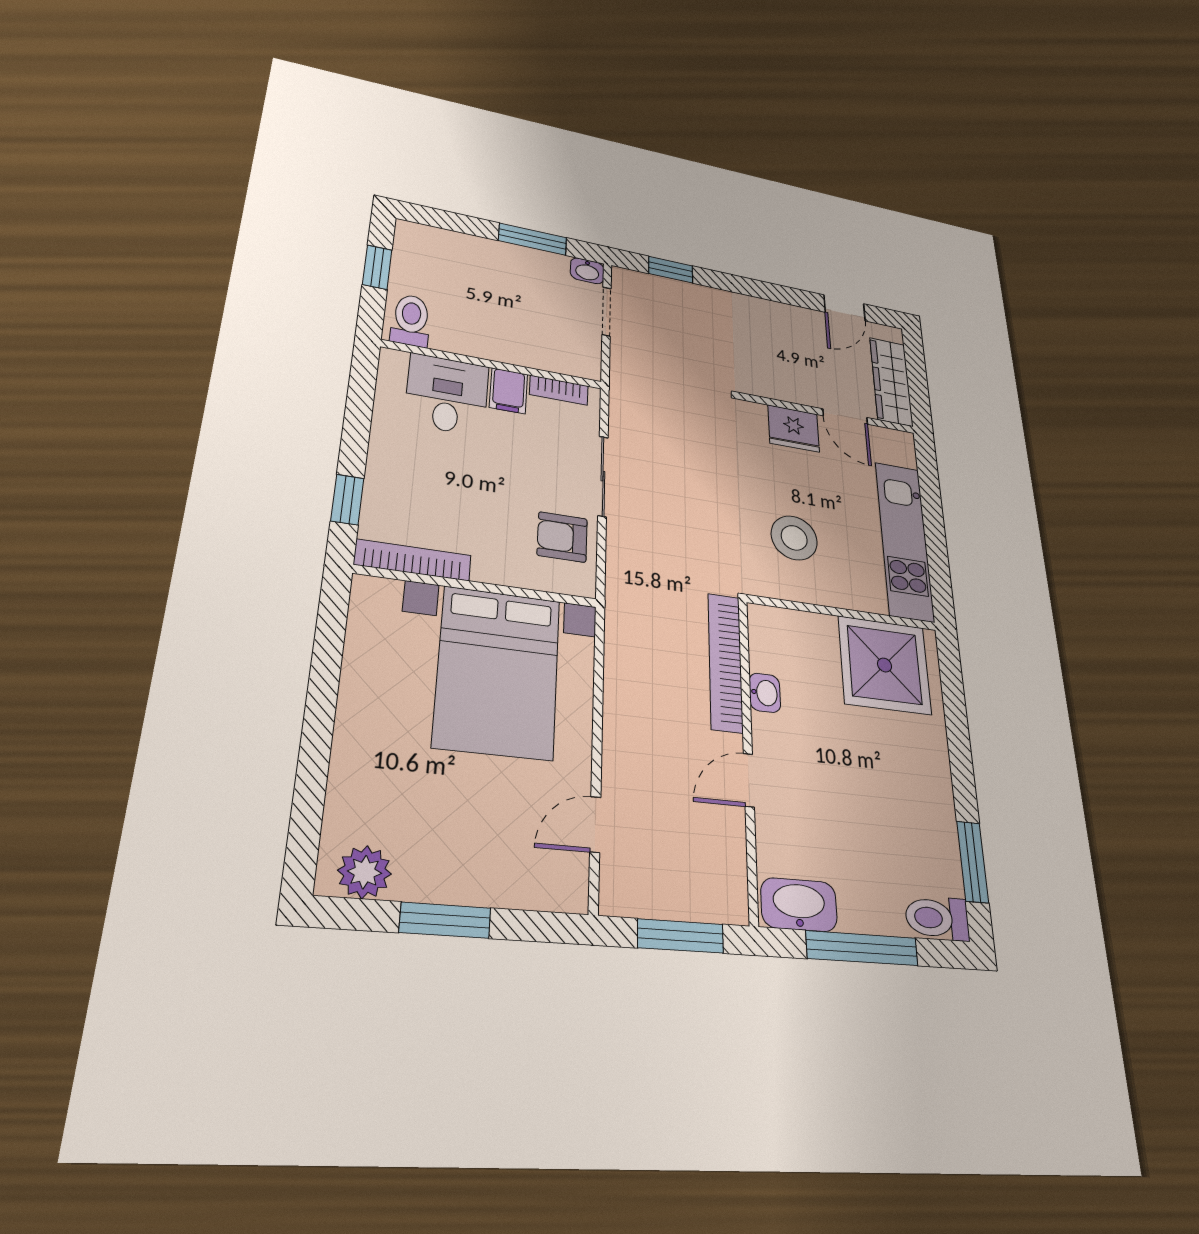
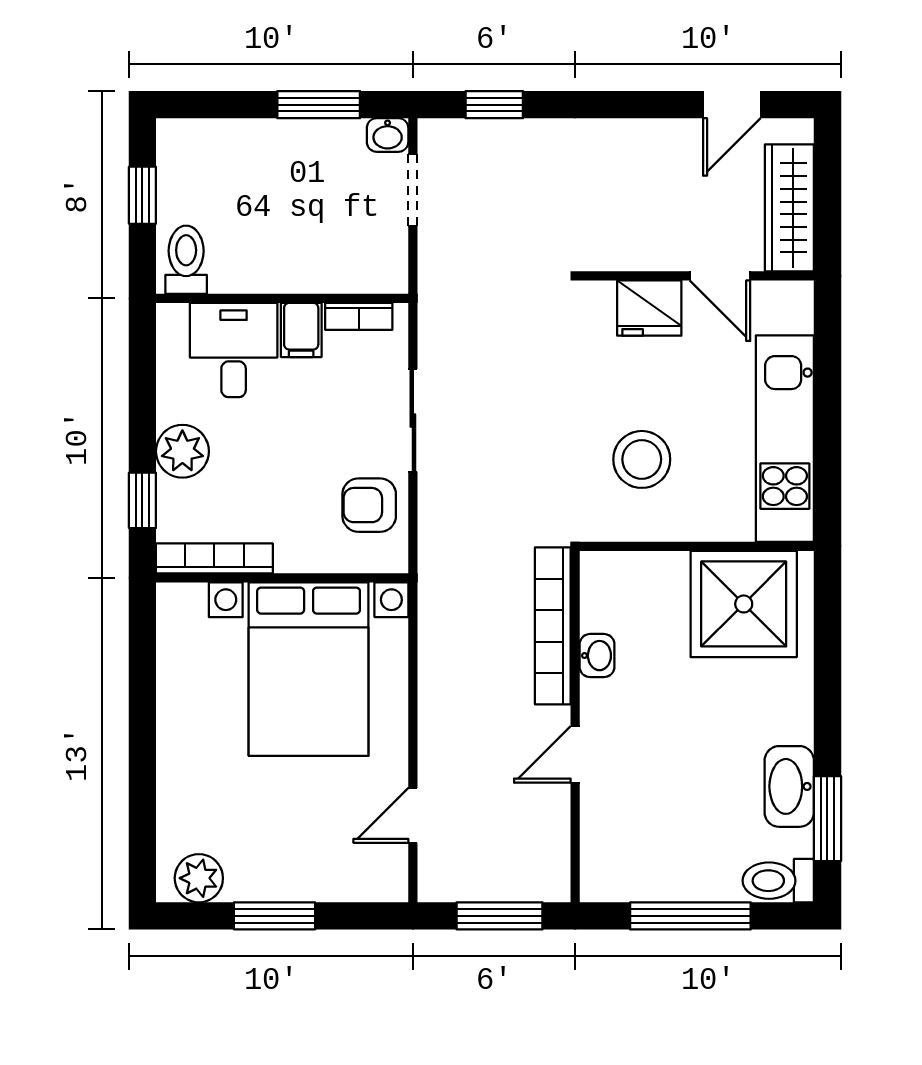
plant: (391, 465) -> (182, 451), added
washbasin: (799, 905) -> (789, 786), moved, turned -90

